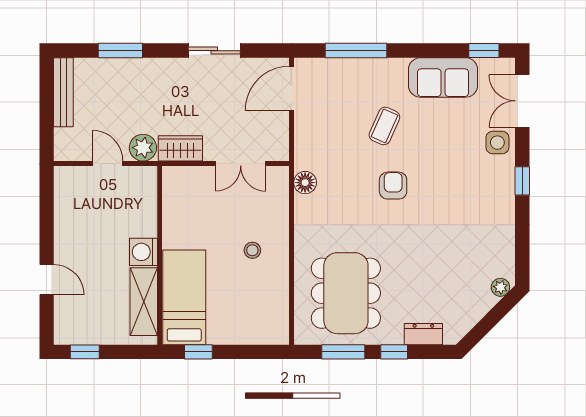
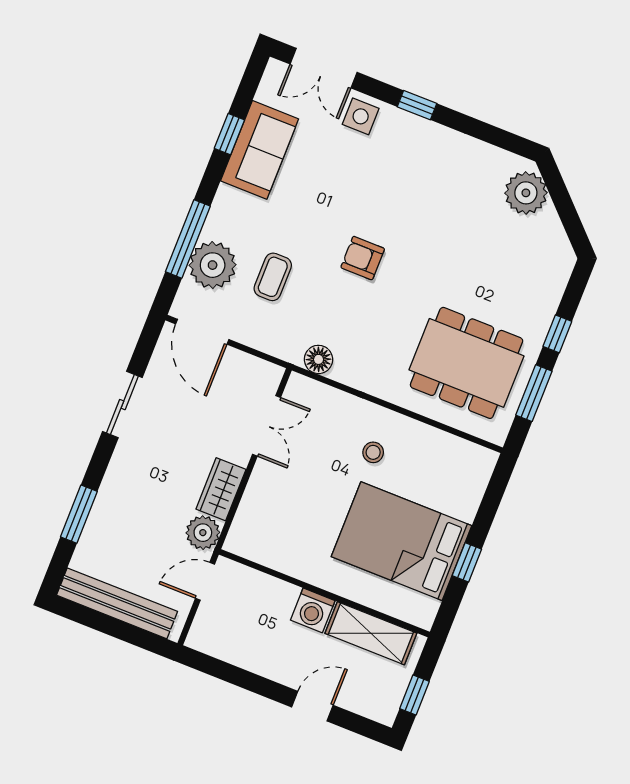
window: (484, 51) -> (229, 134), moved
plant: (344, 76) -> (213, 265), added
bench: (63, 92) -> (117, 603), width x1.37, depth x1.21
coffee table: (384, 126) -> (273, 277), moved, turned 66
washing machine: (143, 252) -> (313, 610), moved
wall: (160, 255) -> (324, 593), moved
plant: (500, 287) -> (526, 193), width x1.88, depth x1.88
bed: (184, 297) -> (402, 541), width x1.50
shelving: (144, 302) -> (371, 633), moved
dresser: (423, 334) -> (550, 291), removed

